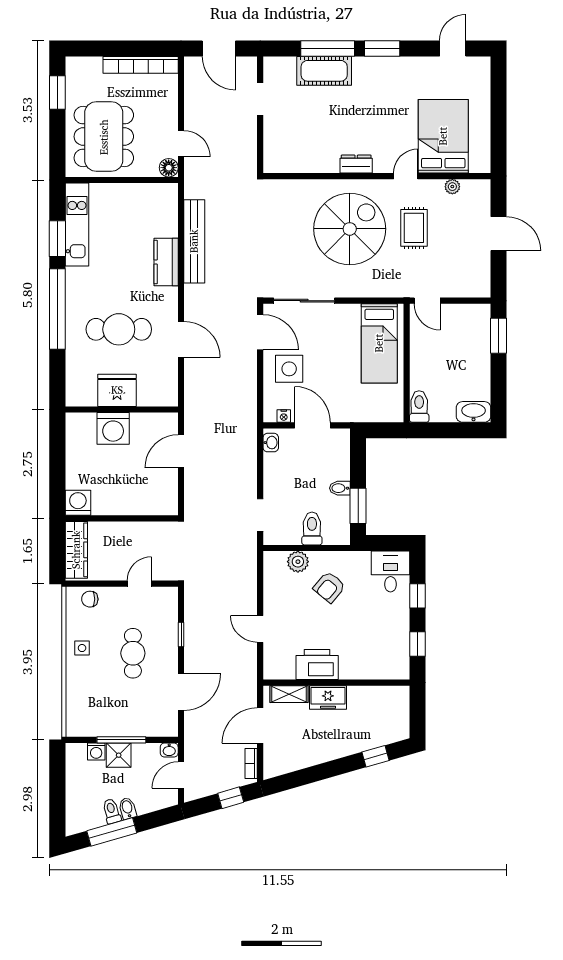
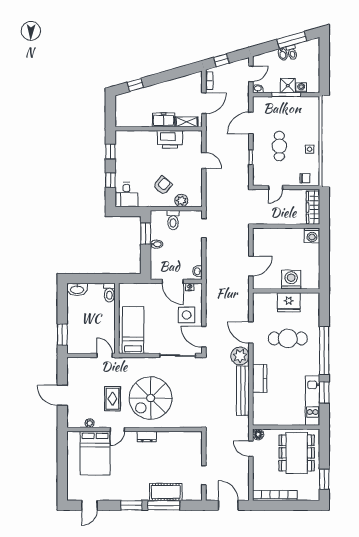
plant: (199, 300) -> (240, 356), added

